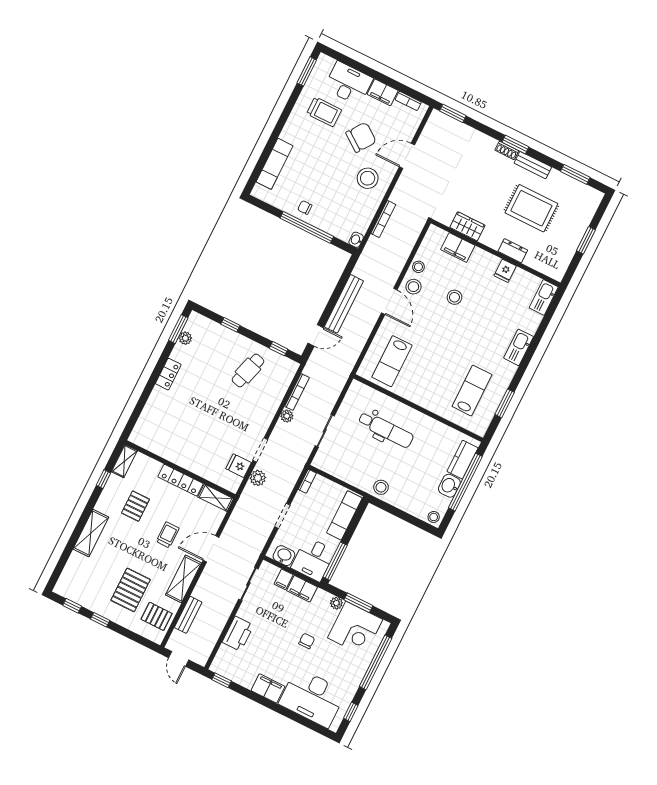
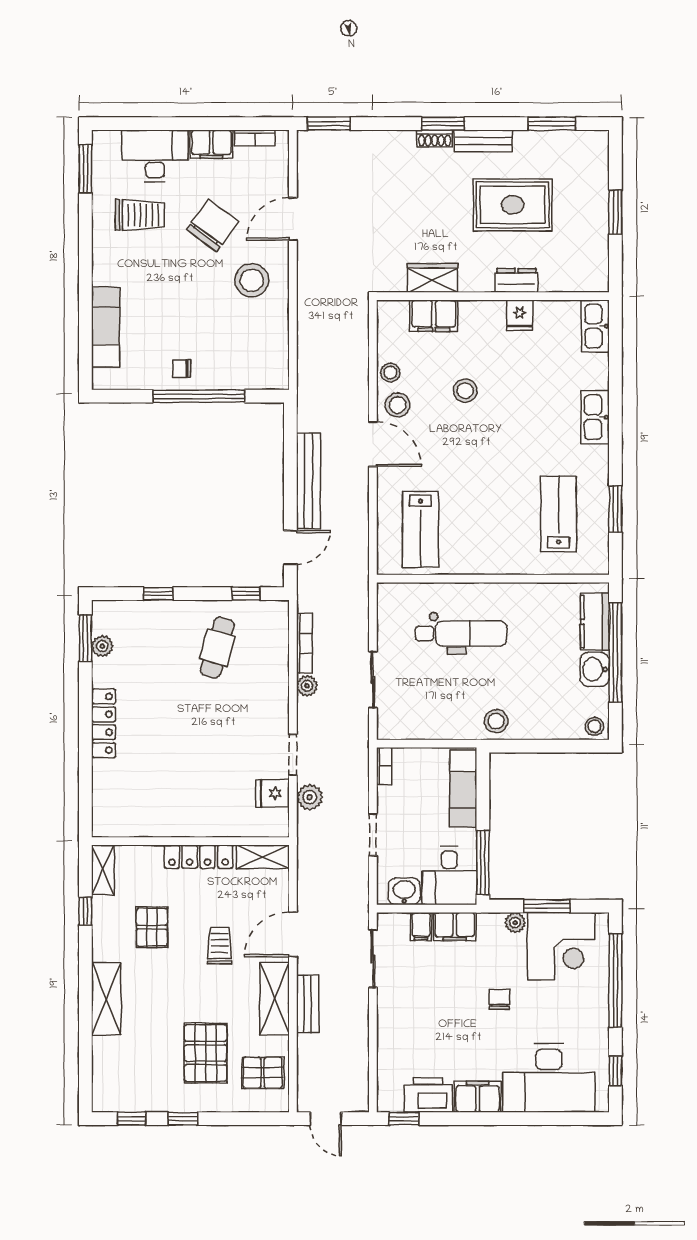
bookcase: (383, 219) -> (304, 328), removed
washbasin: (356, 240) -> (280, 378), removed
locker: (168, 374) -> (104, 723), width x1.53
bench: (188, 615) -> (308, 1004), moved
printer: (238, 634) -> (428, 1095), moved, turned -90

